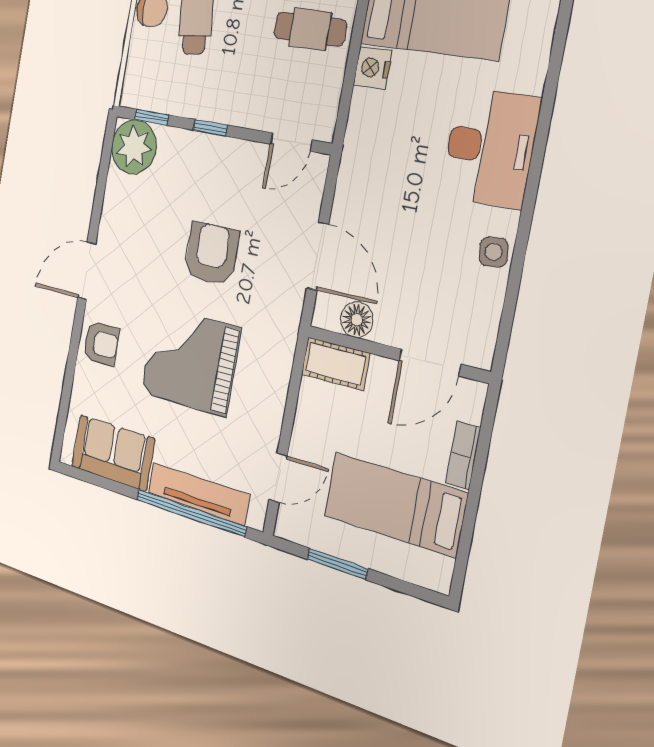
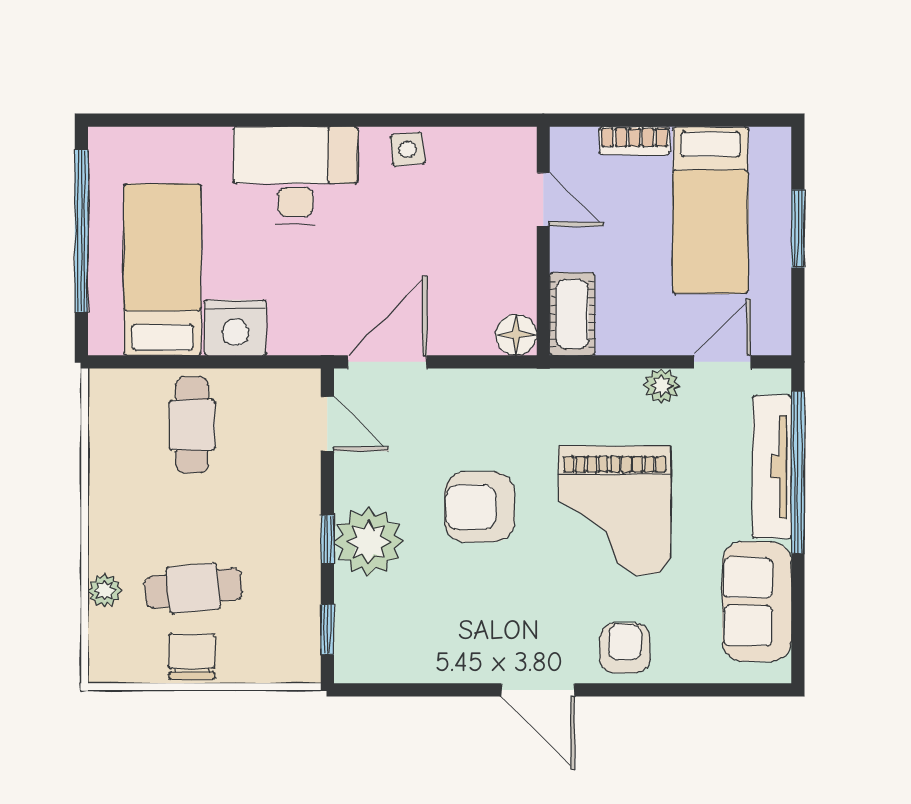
nightstand: (373, 68) -> (235, 328), width x1.36, depth x1.33
plant: (134, 147) -> (369, 542), moved
door: (318, 256) -> (387, 362), moved
floor lamp: (357, 320) -> (516, 335), moved
door: (430, 362) -> (543, 199), width x0.73
plant: (270, 423) -> (661, 386), added
door: (278, 478) -> (722, 362), hinge flipped
window: (337, 564) -> (798, 229), moved

